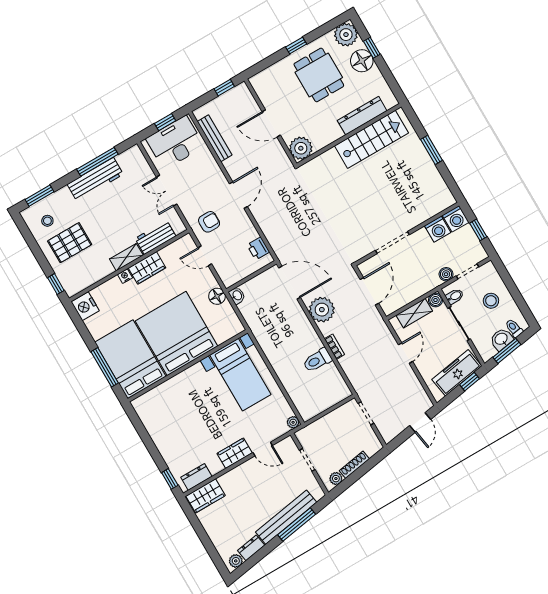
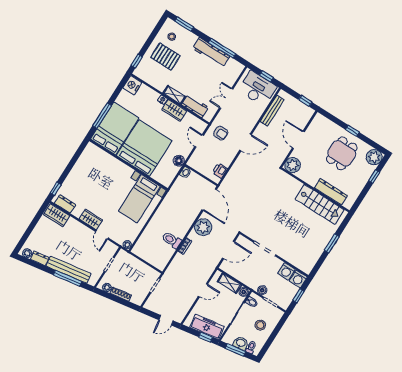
floor lamp: (362, 61) -> (363, 175), removed

